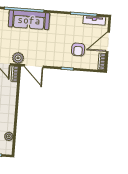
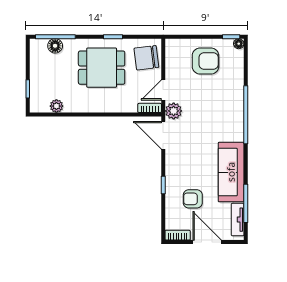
sofa: (29, 20) -> (231, 172), moved
door: (34, 66) -> (163, 135), hinge flipped

